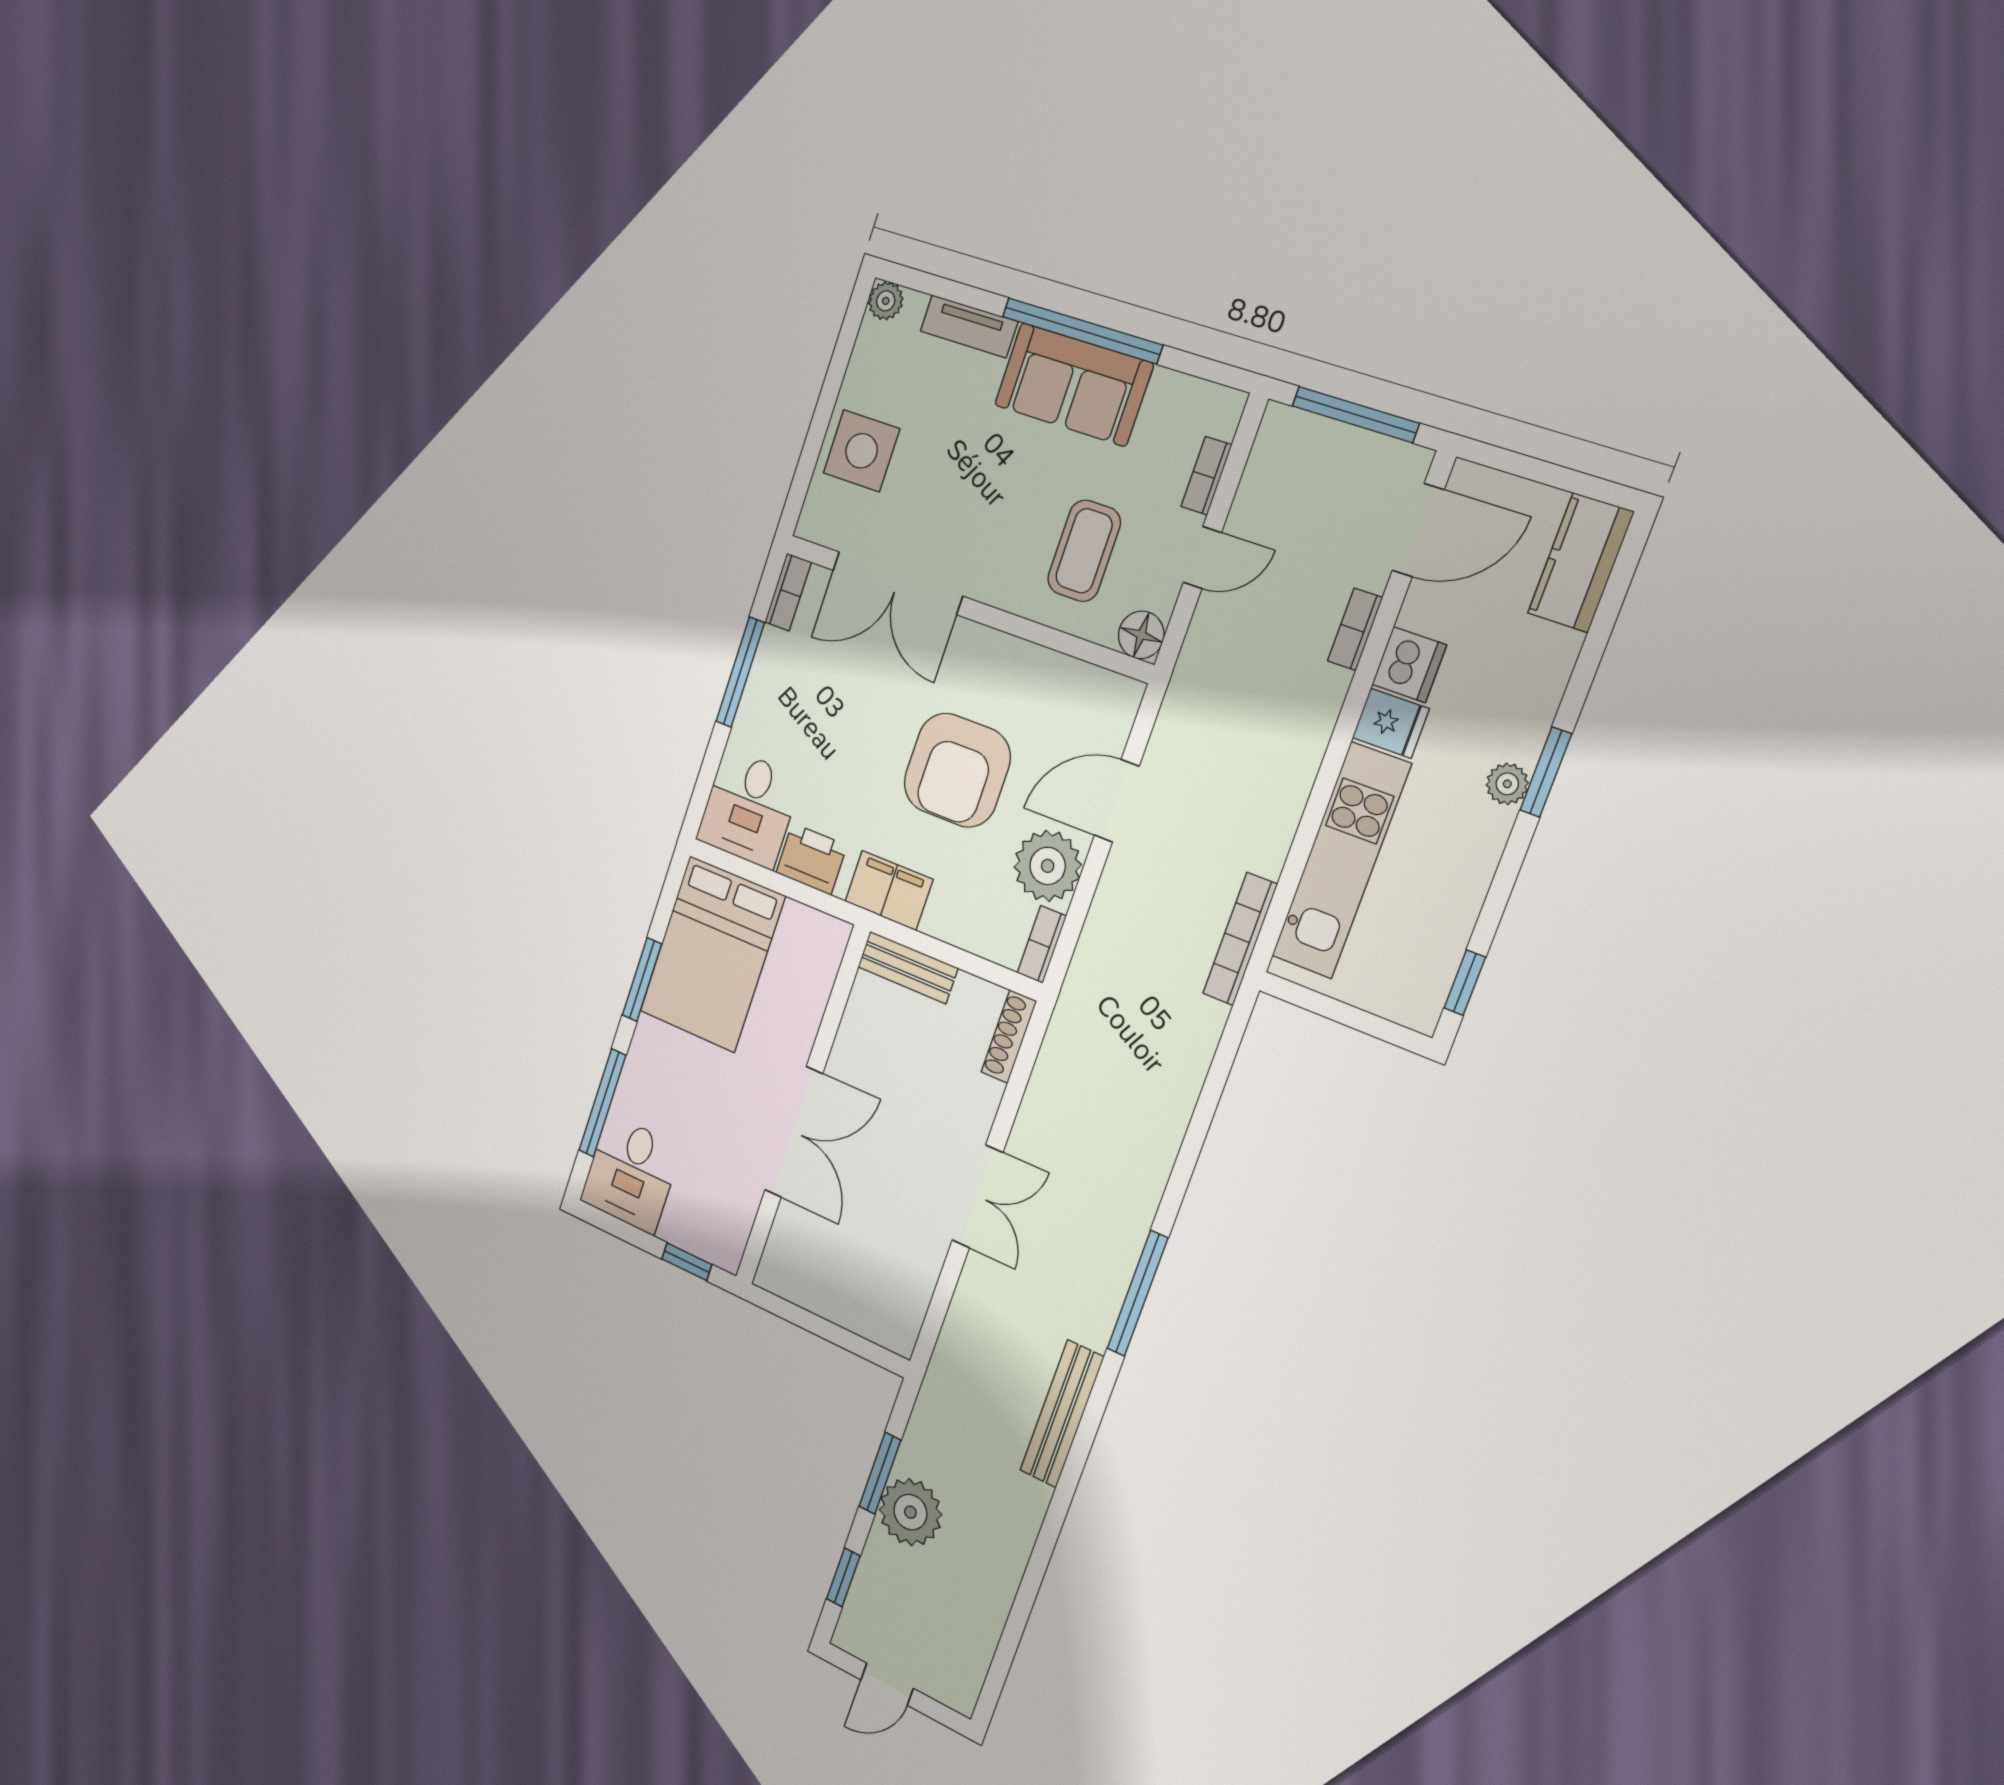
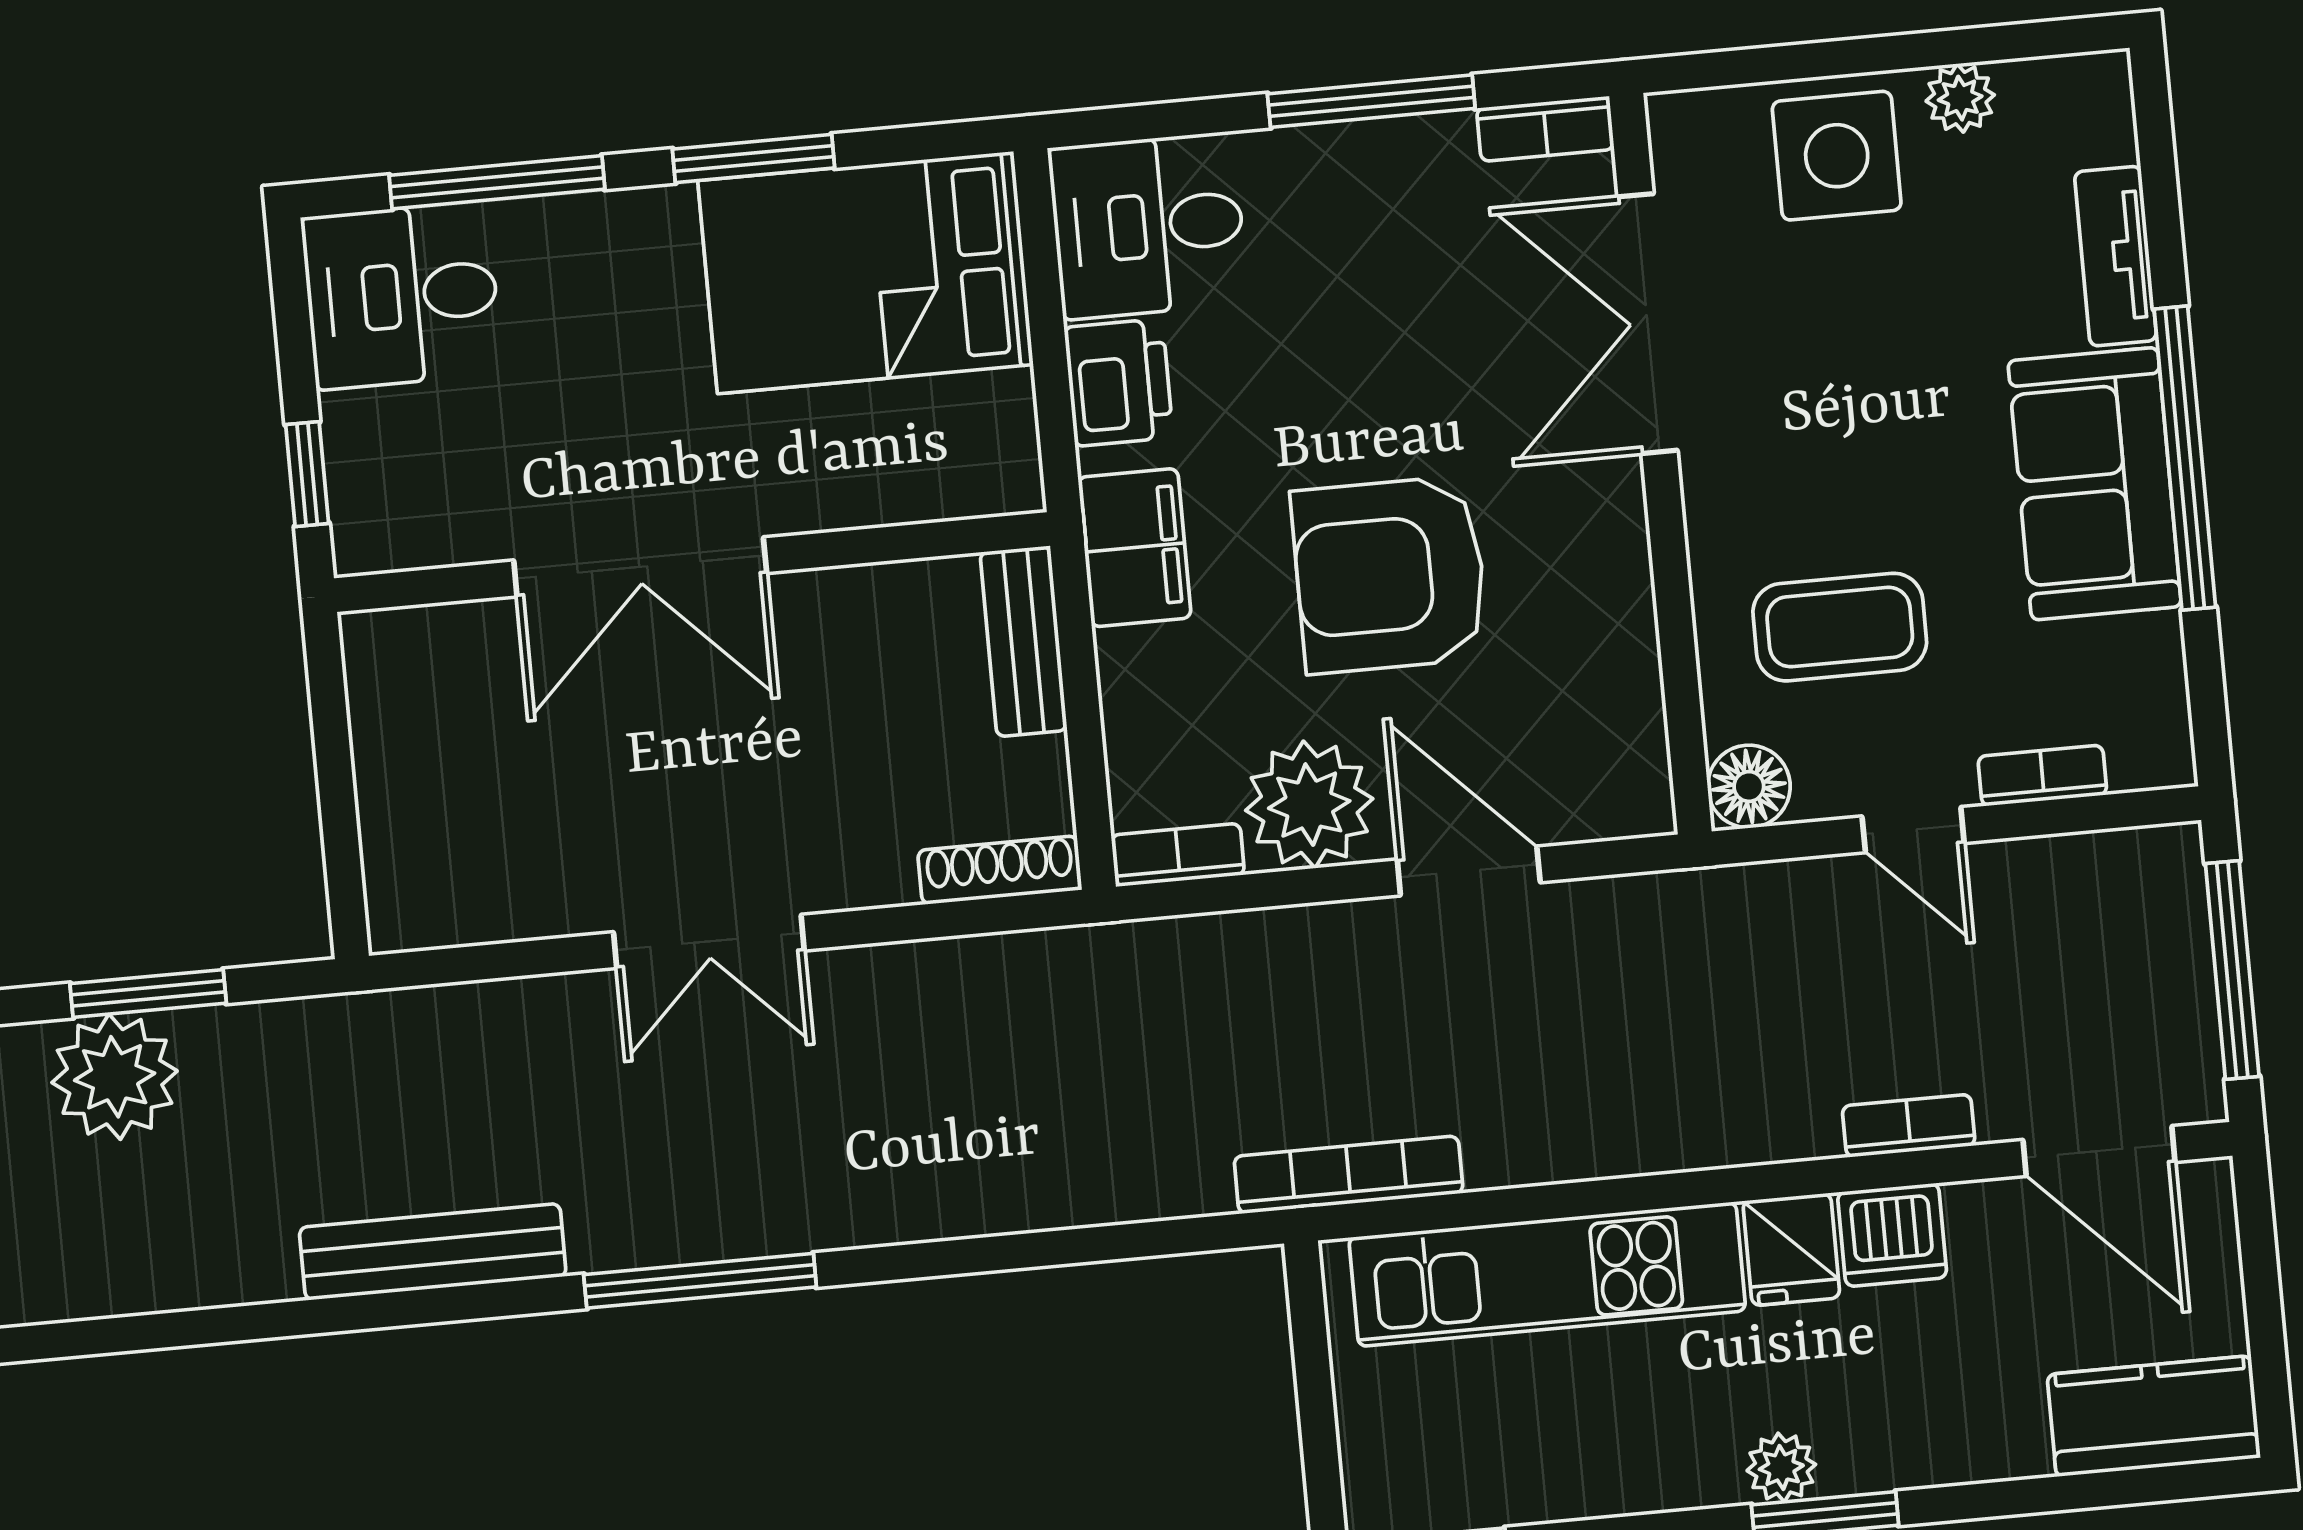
plant: (886, 301) -> (1960, 98), moved

